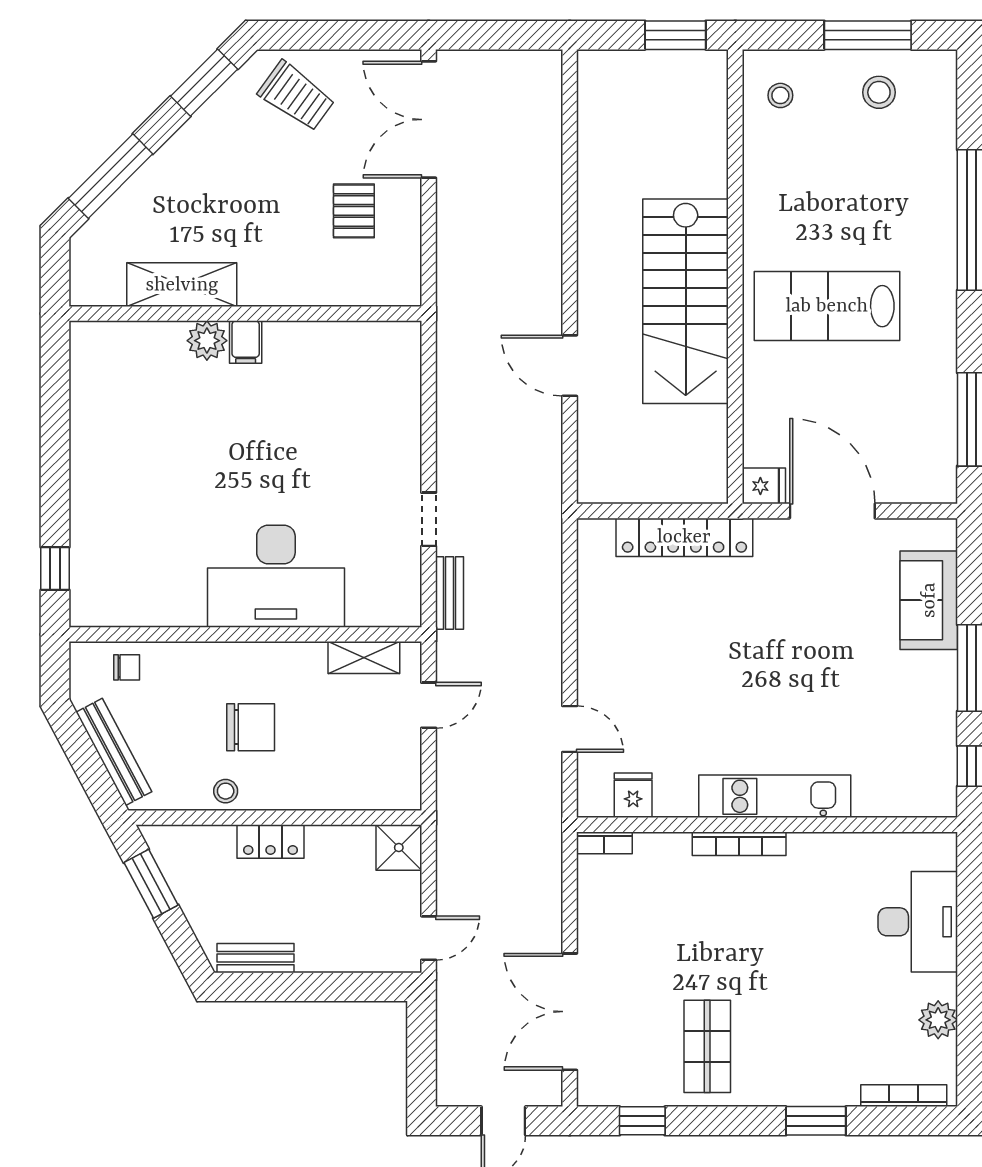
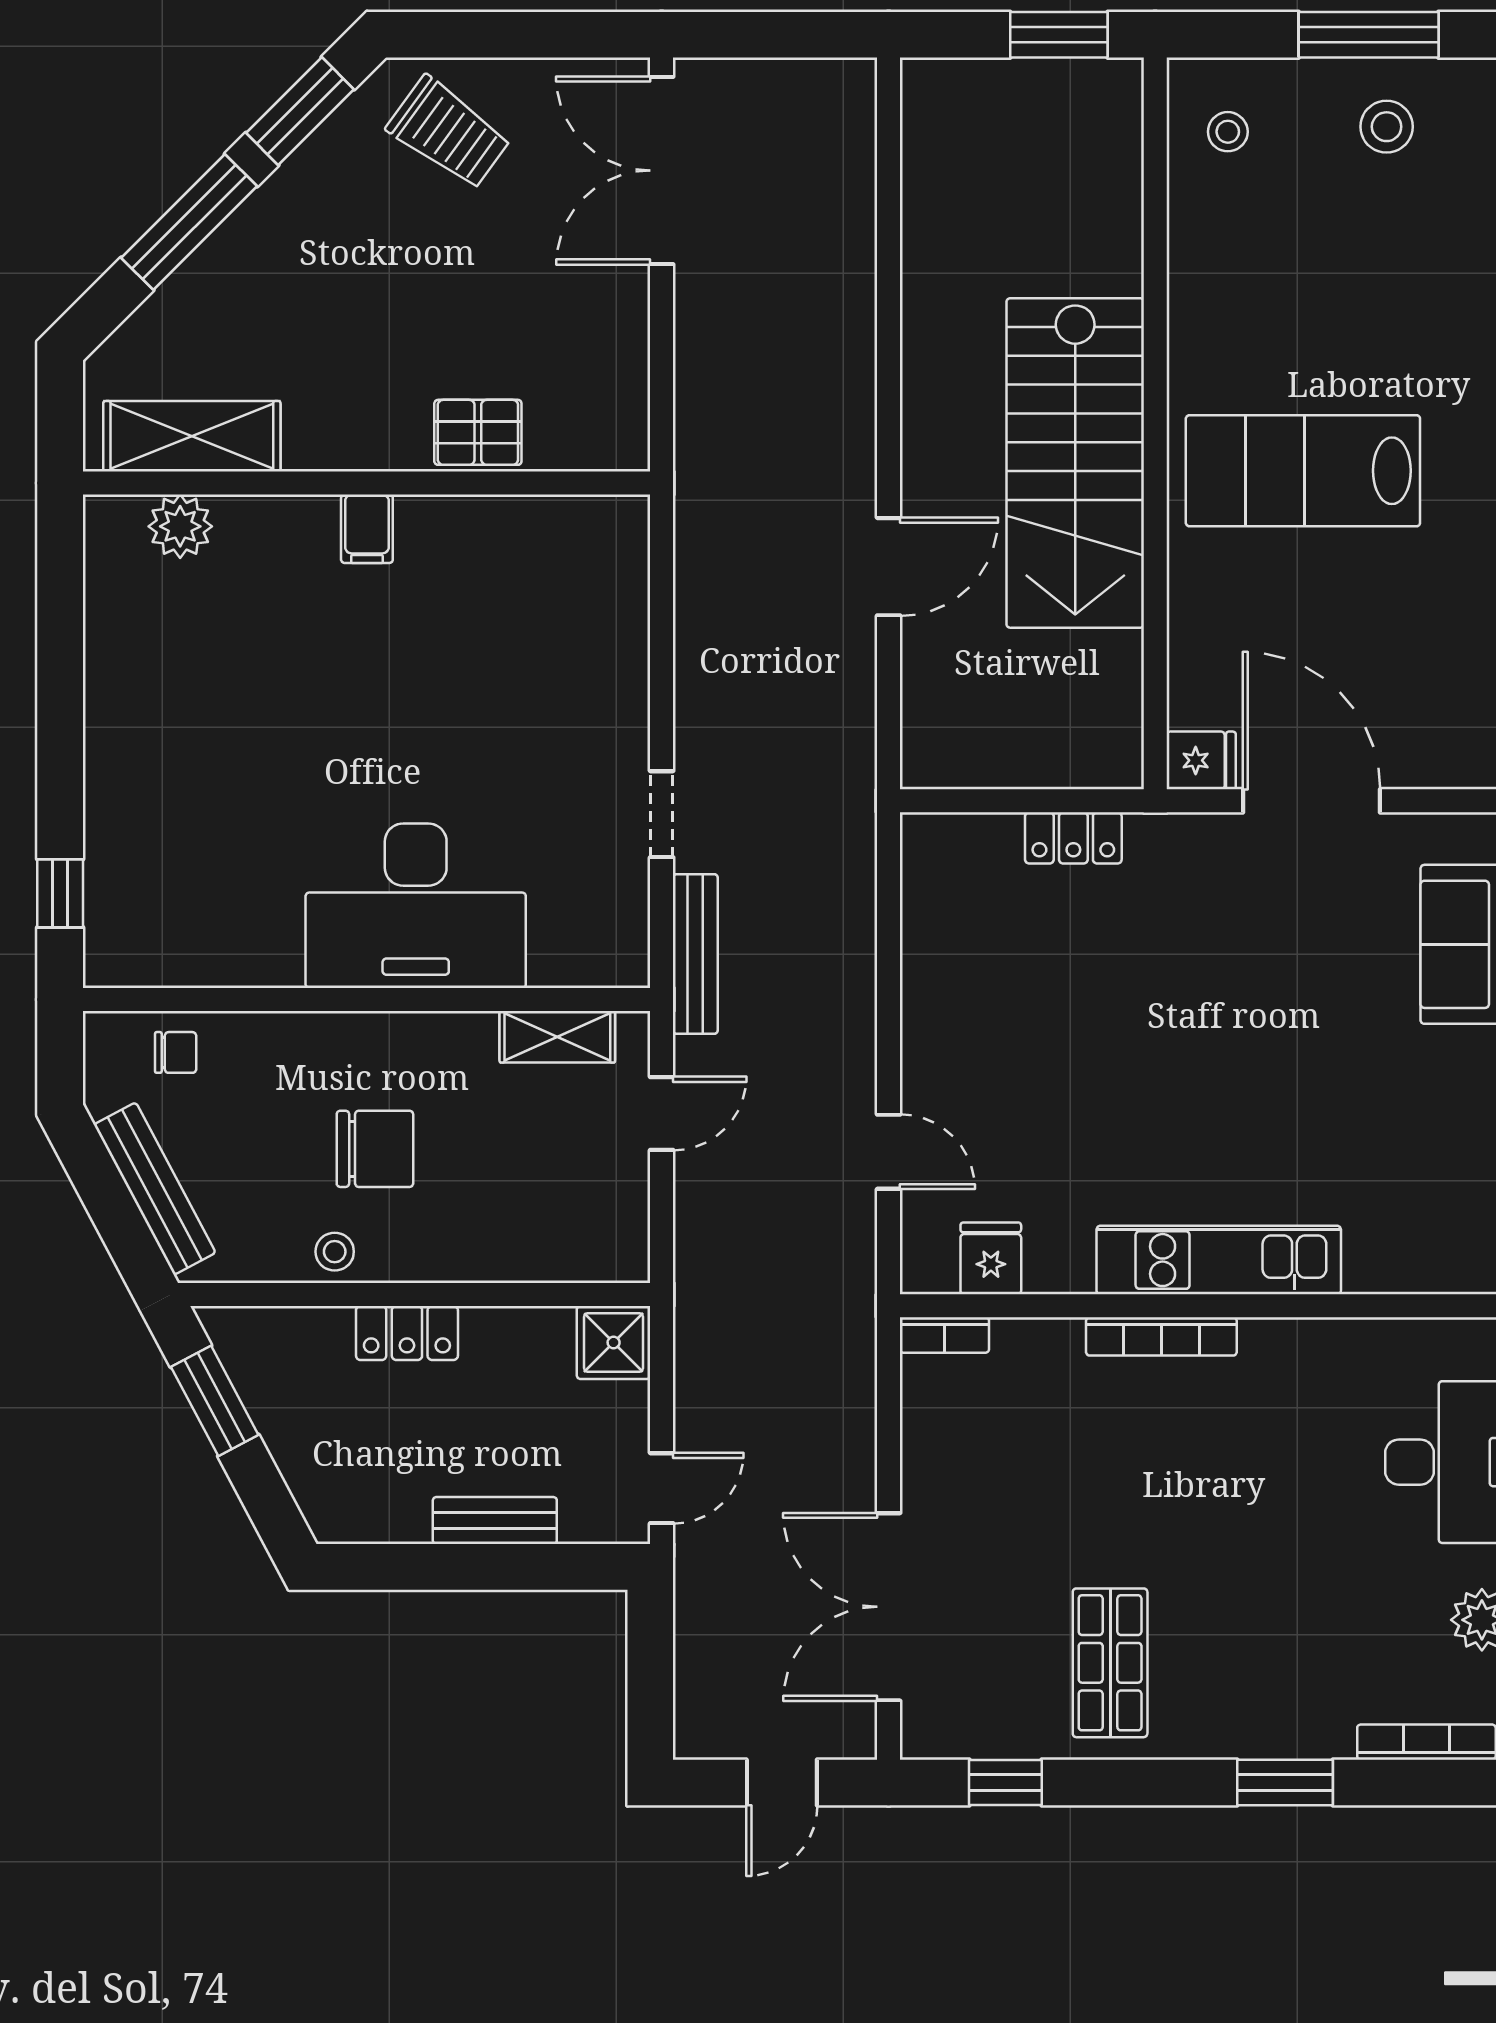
window: (111, 176) -> (189, 222), moved
pallet: (354, 211) -> (478, 432), moved, turned 90
shelving: (182, 285) -> (192, 436), moved
plant: (207, 341) -> (180, 526), moved
door: (570, 366) -> (889, 567), swing flipped
locker: (684, 537) -> (1073, 838), width x0.46, depth x0.83
bench: (450, 593) -> (695, 954), width x1.36
bench: (256, 958) -> (495, 1520), moved

